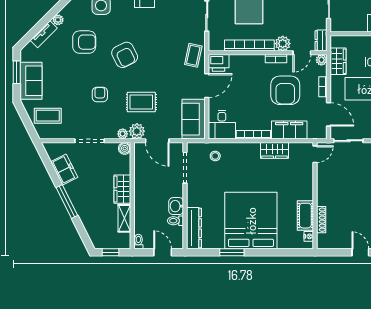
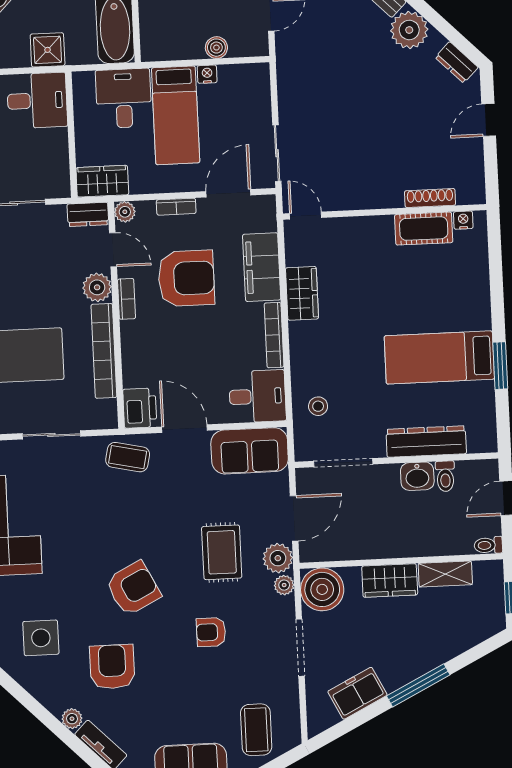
wardrobe: (338, 61) -> (102, 181), moved
boiler: (125, 148) -> (322, 589), width x1.86, depth x1.86
bed: (251, 221) -> (439, 357), width x0.49
dresser: (194, 228) -> (426, 441), moved

